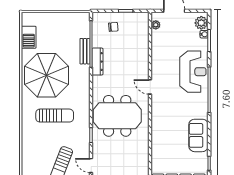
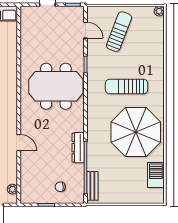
bench: (85, 51) -> (92, 186), moved
door: (150, 87) -> (19, 143), moved

